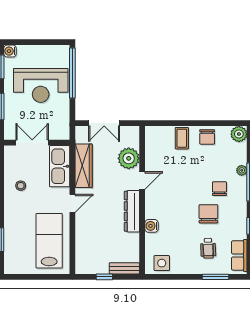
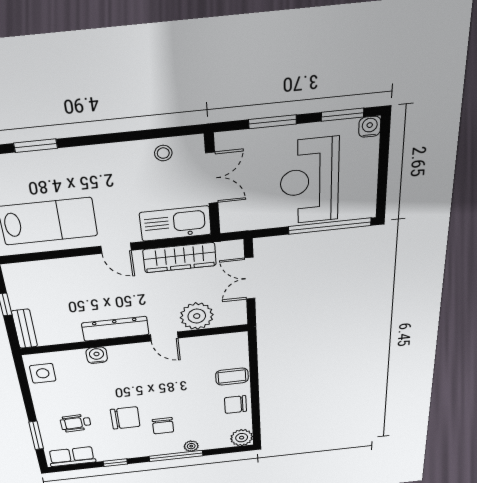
stool: (21, 186) -> (163, 153), moved
chair: (219, 189) -> (163, 426), turned 90

